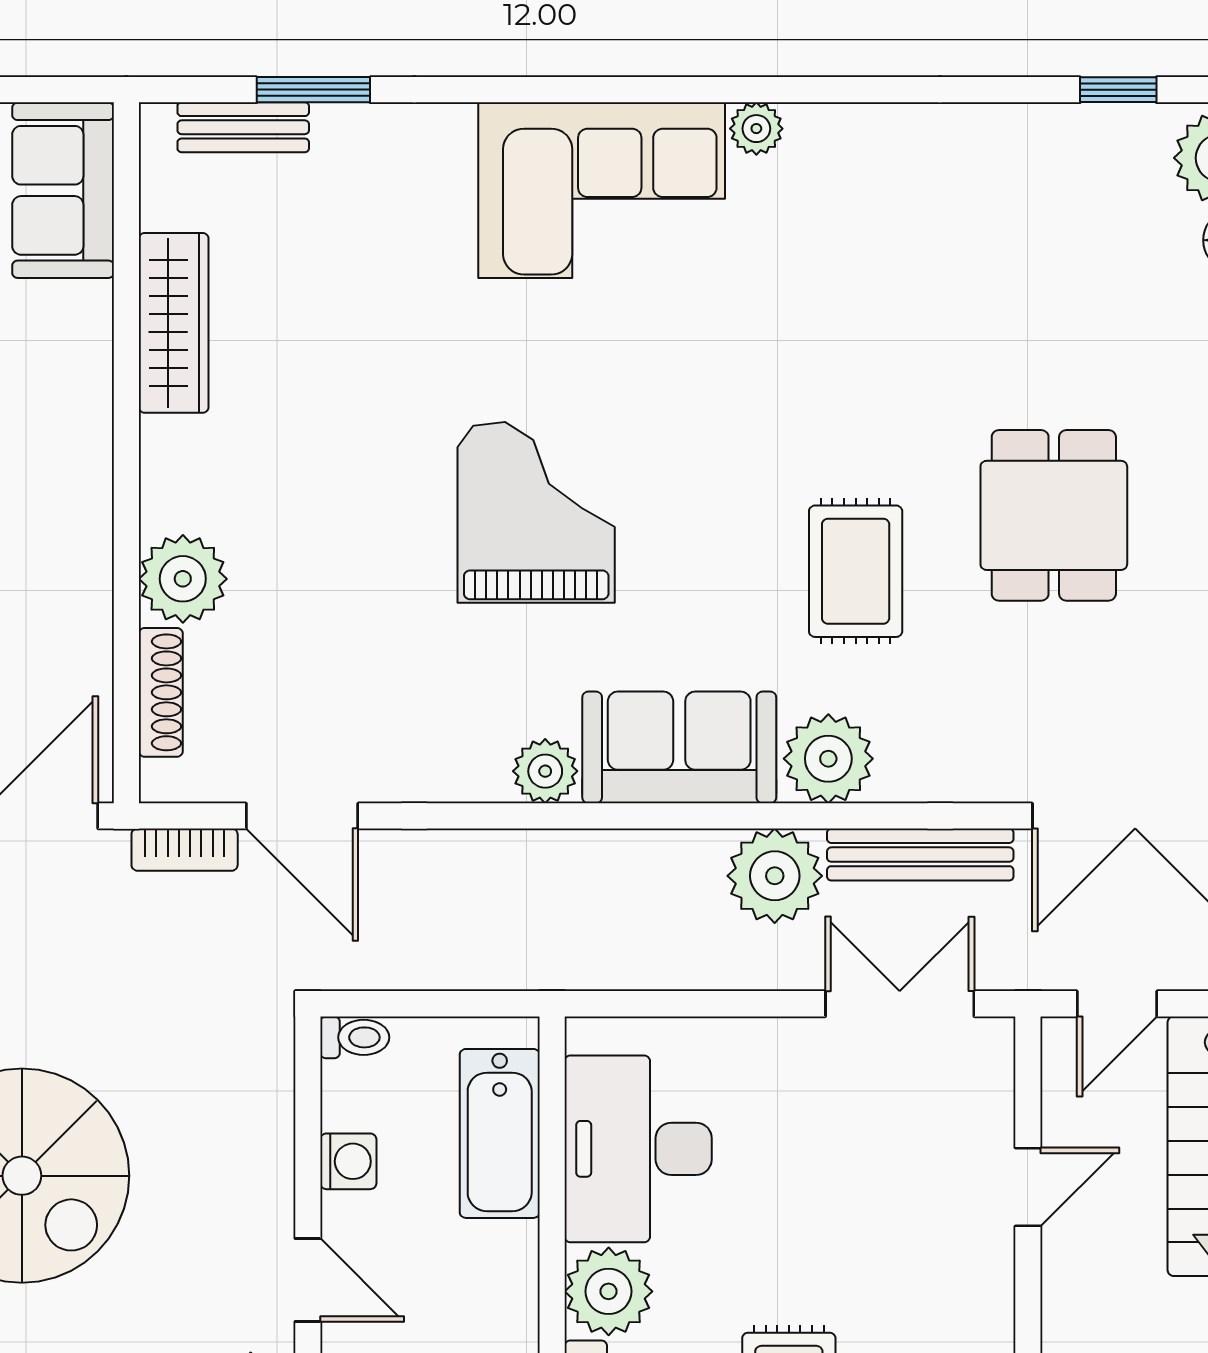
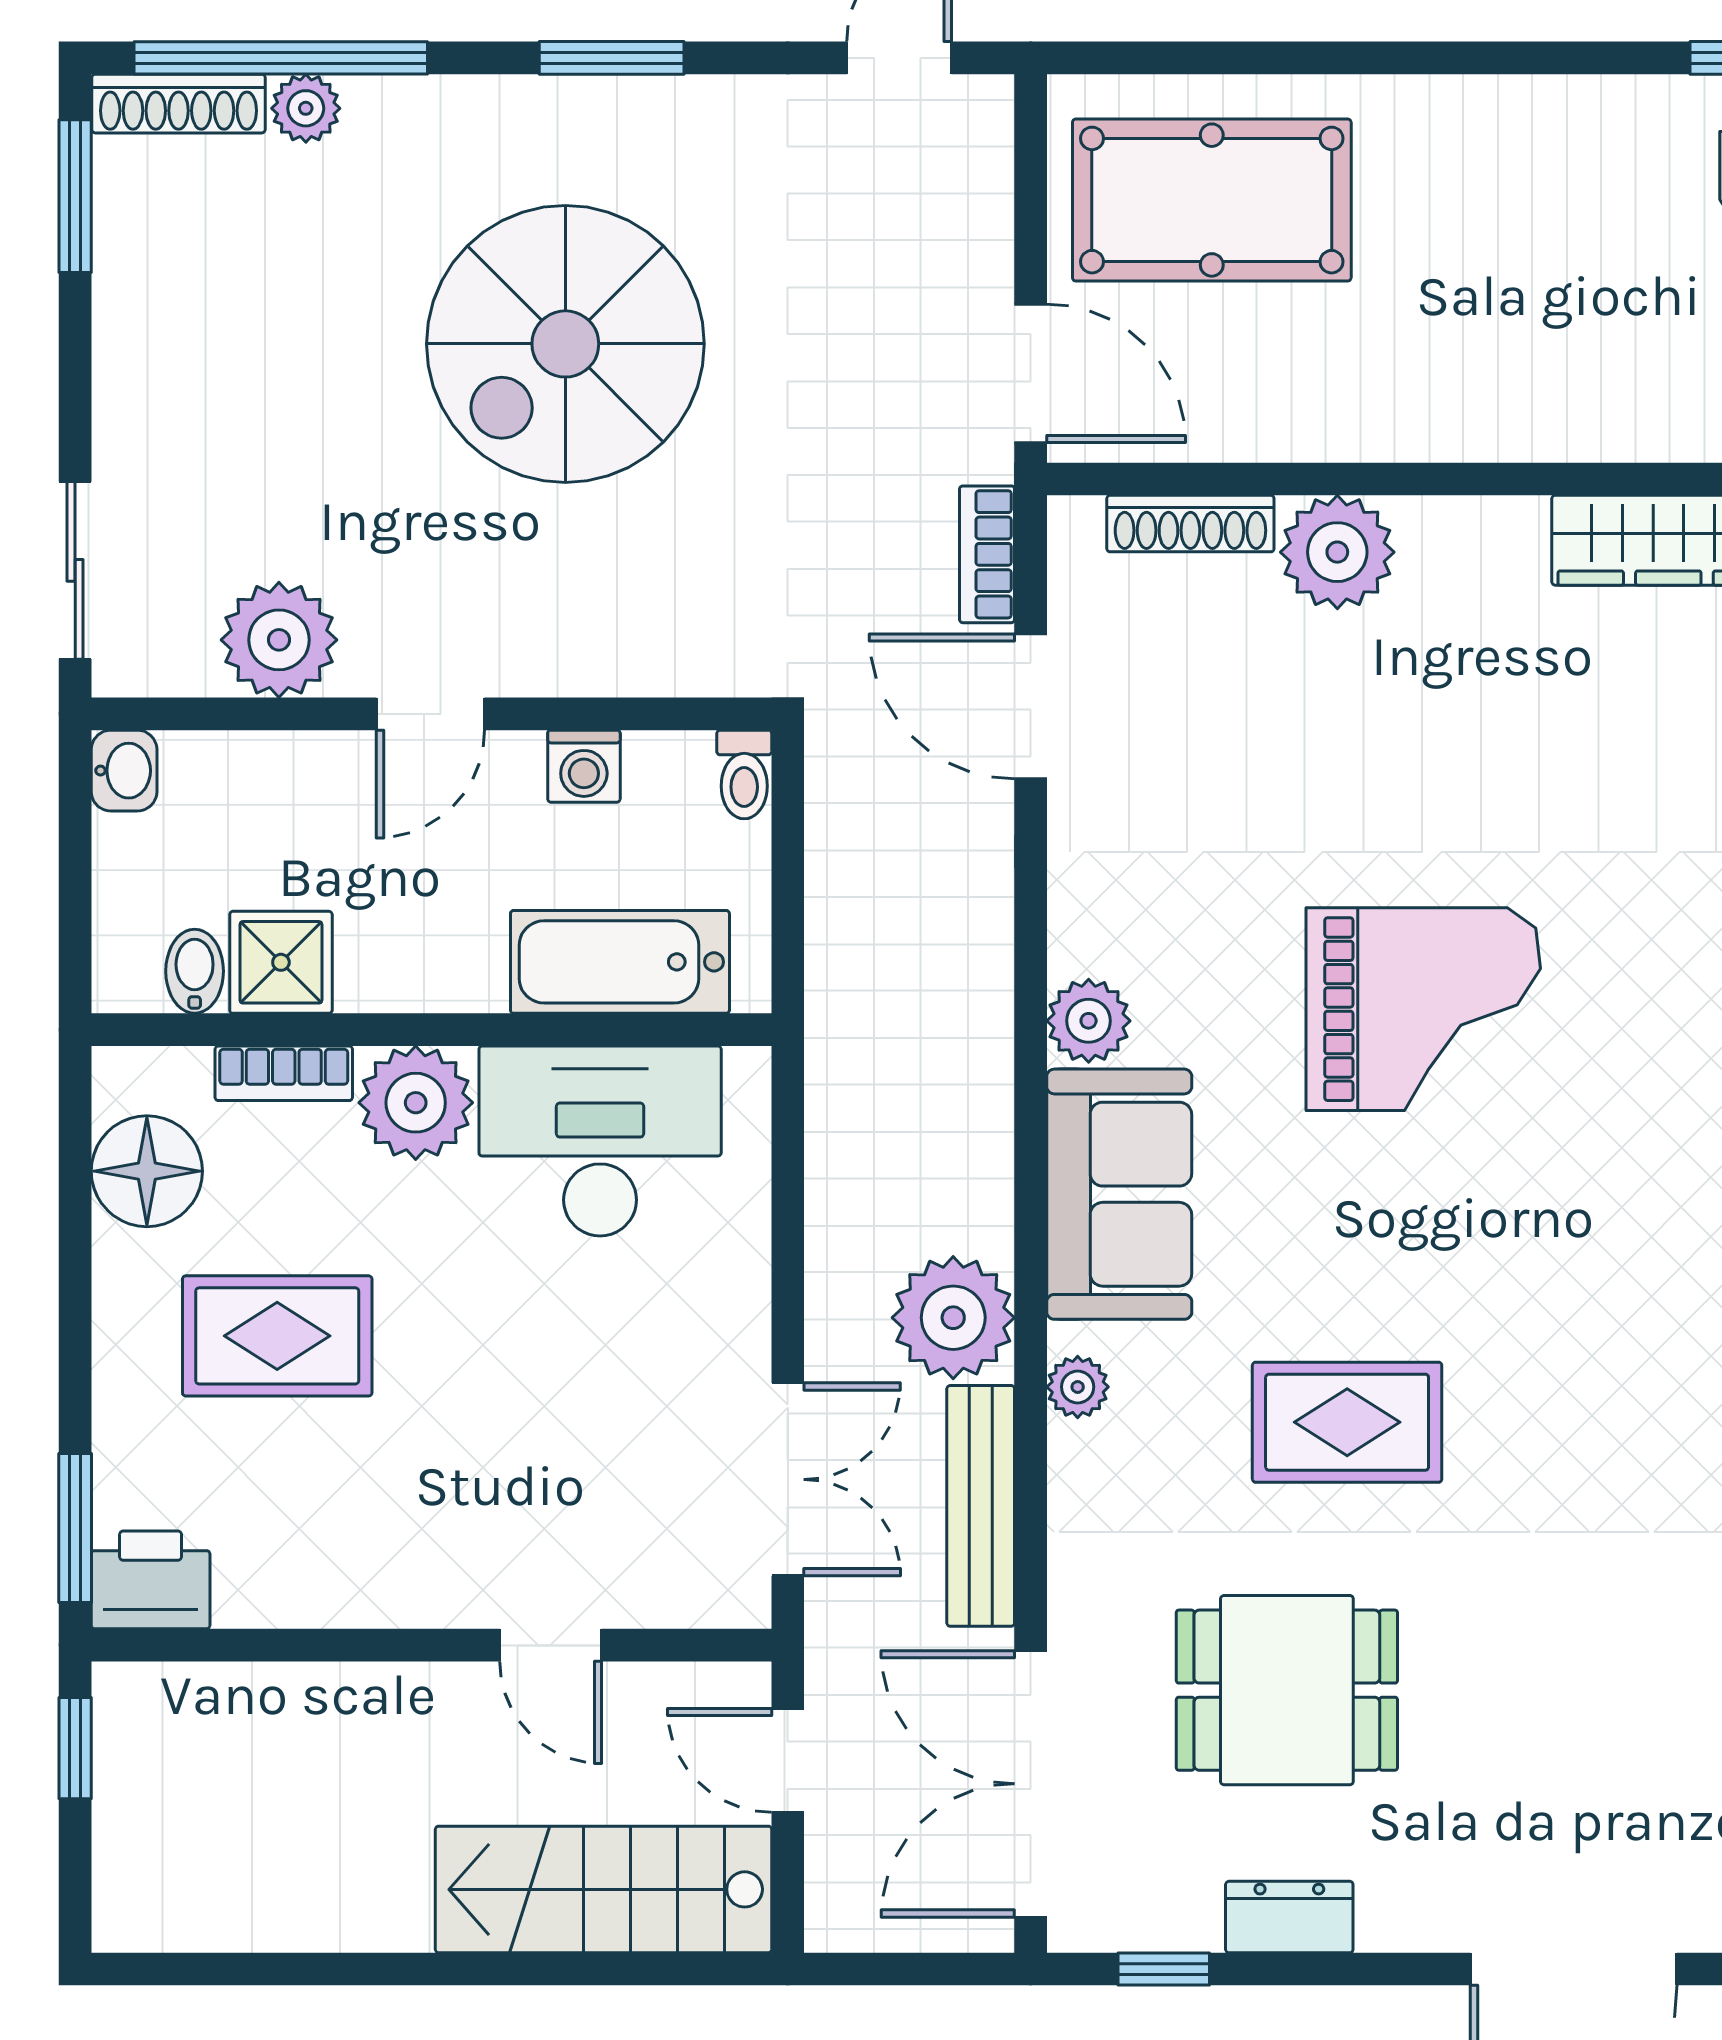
dining table: (1054, 515) -> (1287, 1690), moved
plant: (828, 759) -> (1078, 1387), width x0.53, depth x0.53
door: (302, 816) -> (1031, 706), hinge flipped

